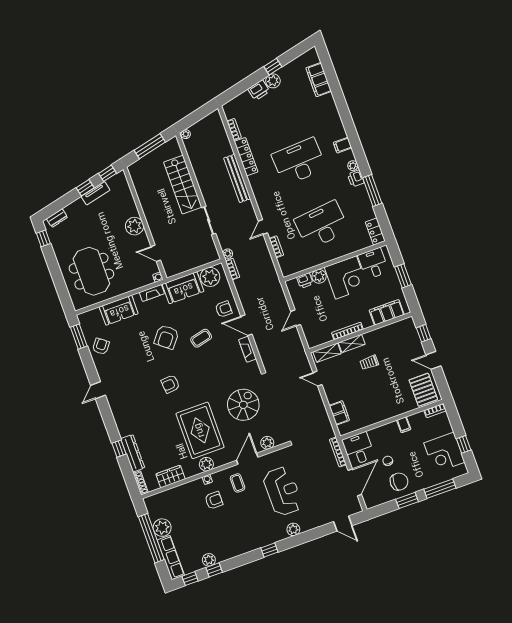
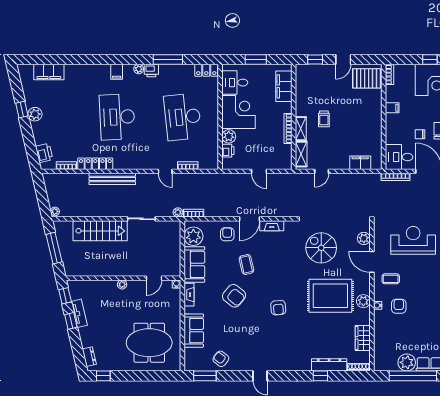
printer: (259, 90) -> (44, 153), moved
plant: (134, 226) -> (122, 284), width x0.53, depth x0.53

